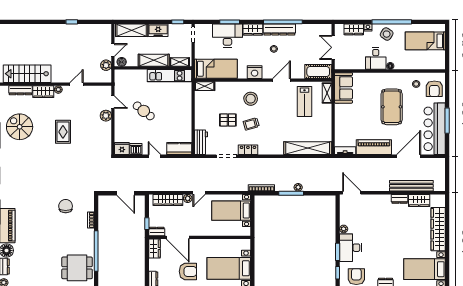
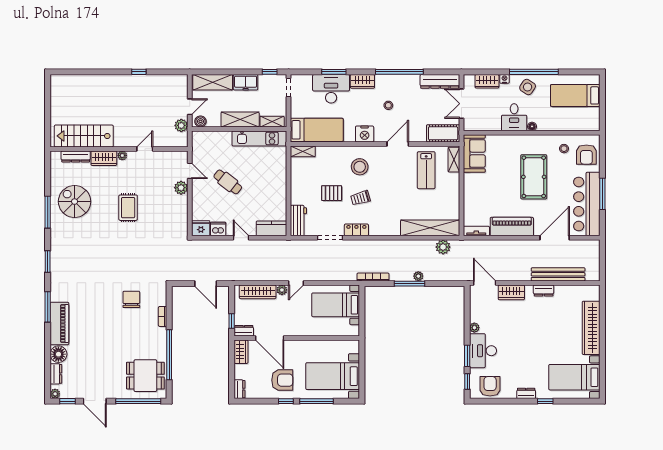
dresser: (279, 30) -> (440, 81), moved
plant: (318, 164) -> (443, 247), added
wardrobe: (419, 200) -> (511, 292), moved

